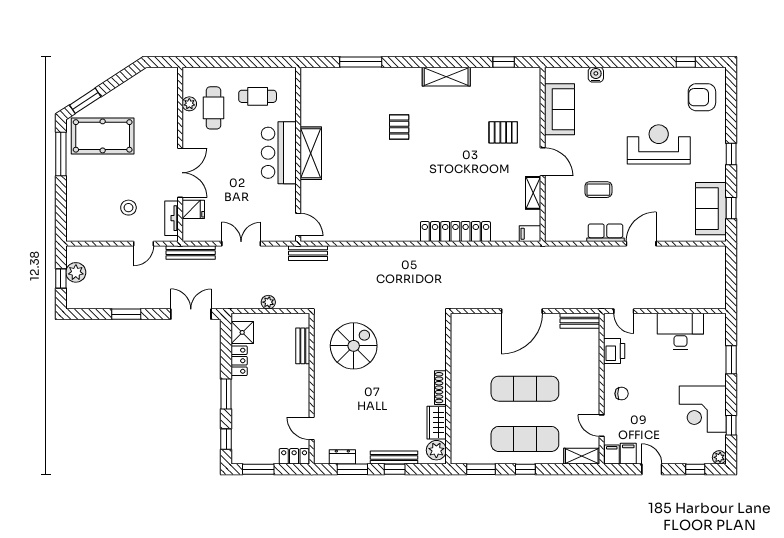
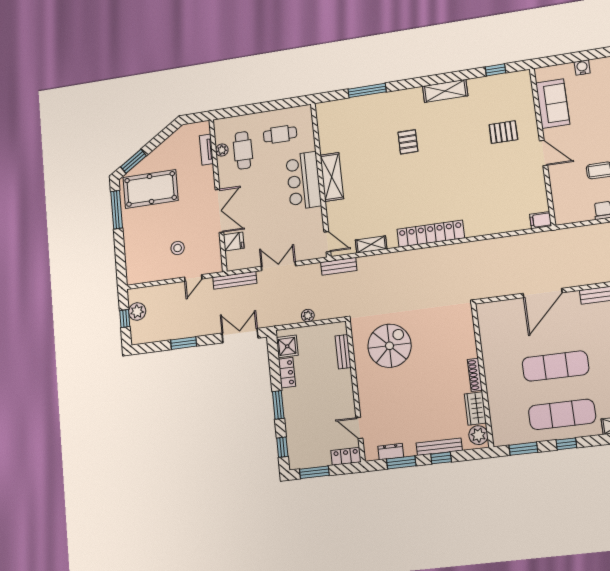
shelving: (533, 193) -> (371, 244), moved, turned 90
tv unit: (172, 218) -> (206, 150), moved
locker: (455, 232) -> (431, 234), moved

